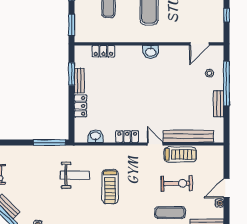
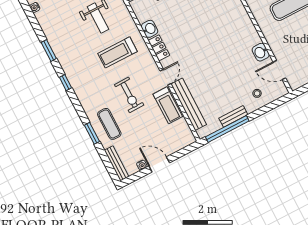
washbasin: (151, 52) -> (261, 52), moved
window: (227, 84) -> (227, 129), moved
washbasin: (95, 136) -> (149, 29), moved
exercise bike: (177, 183) -> (129, 95), moved
treadmill: (110, 187) -> (117, 52), moved

